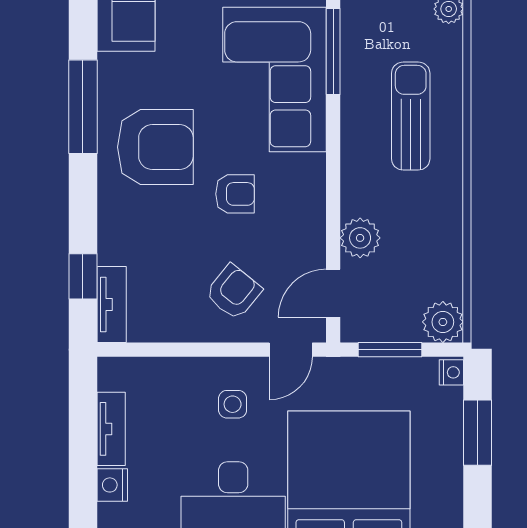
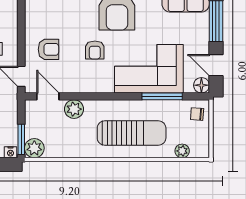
sun lounger: (411, 116) -> (132, 133), width x1.36, depth x1.34
armchair: (234, 292) -> (48, 49), turned -39
window: (390, 350) -> (21, 139), moved

